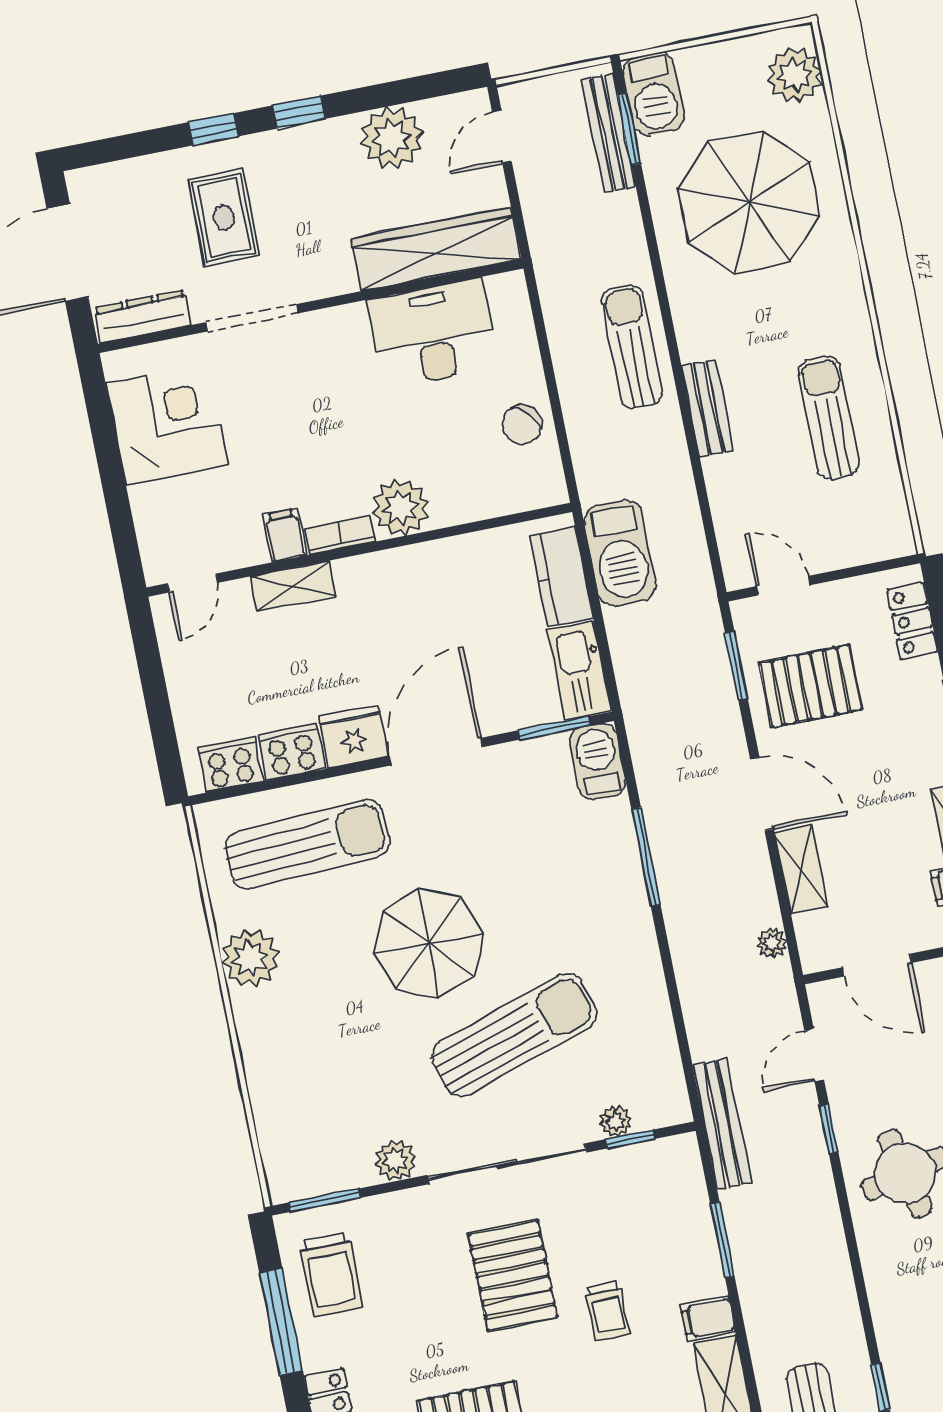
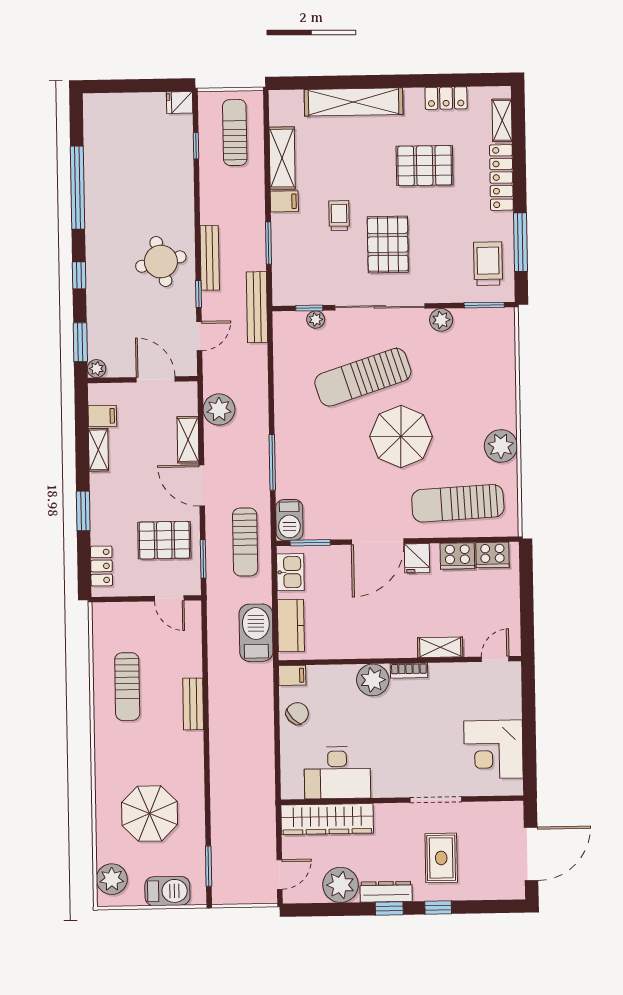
barbecue: (653, 94) -> (167, 891), moved, turned 90
bench: (609, 133) -> (210, 258), moved
parasol: (749, 202) -> (150, 814), width x0.73, depth x0.73
dresser: (143, 316) -> (386, 892), moved, turned 180
sun lounger: (632, 347) -> (245, 542), moved
filing cabinet: (285, 535) -> (292, 675), moved, turned -90
kitchen sink: (579, 670) -> (290, 572), width x0.73
fridge: (353, 737) -> (417, 558), width x0.72
plant: (772, 943) -> (219, 409), width x1.88, depth x1.88

